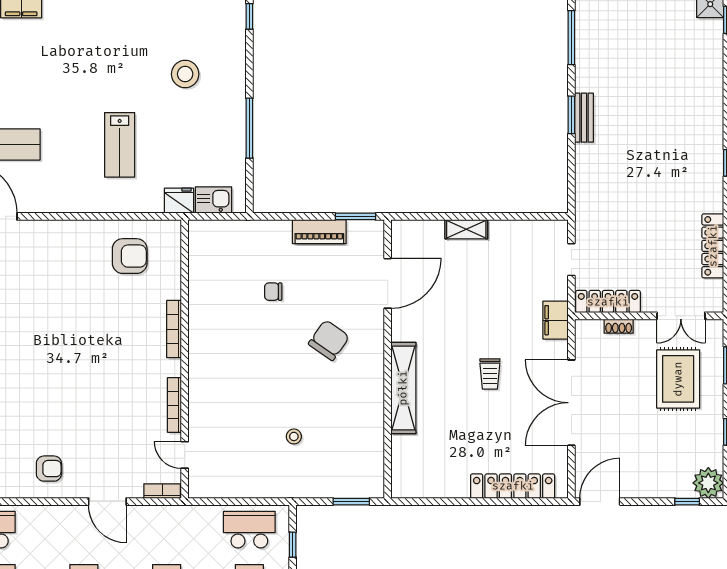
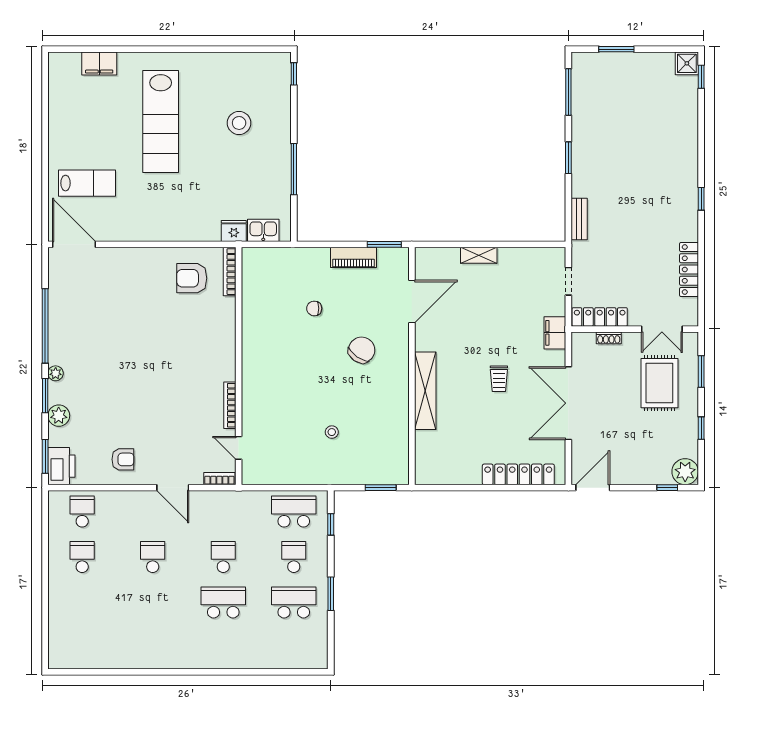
bench: (584, 118) -> (579, 219), moved
lab bench: (120, 145) -> (161, 122), moved, width x1.86, depth x1.39
armchair: (130, 256) -> (192, 278), turned 180
bookcase: (174, 329) -> (230, 272), moved

